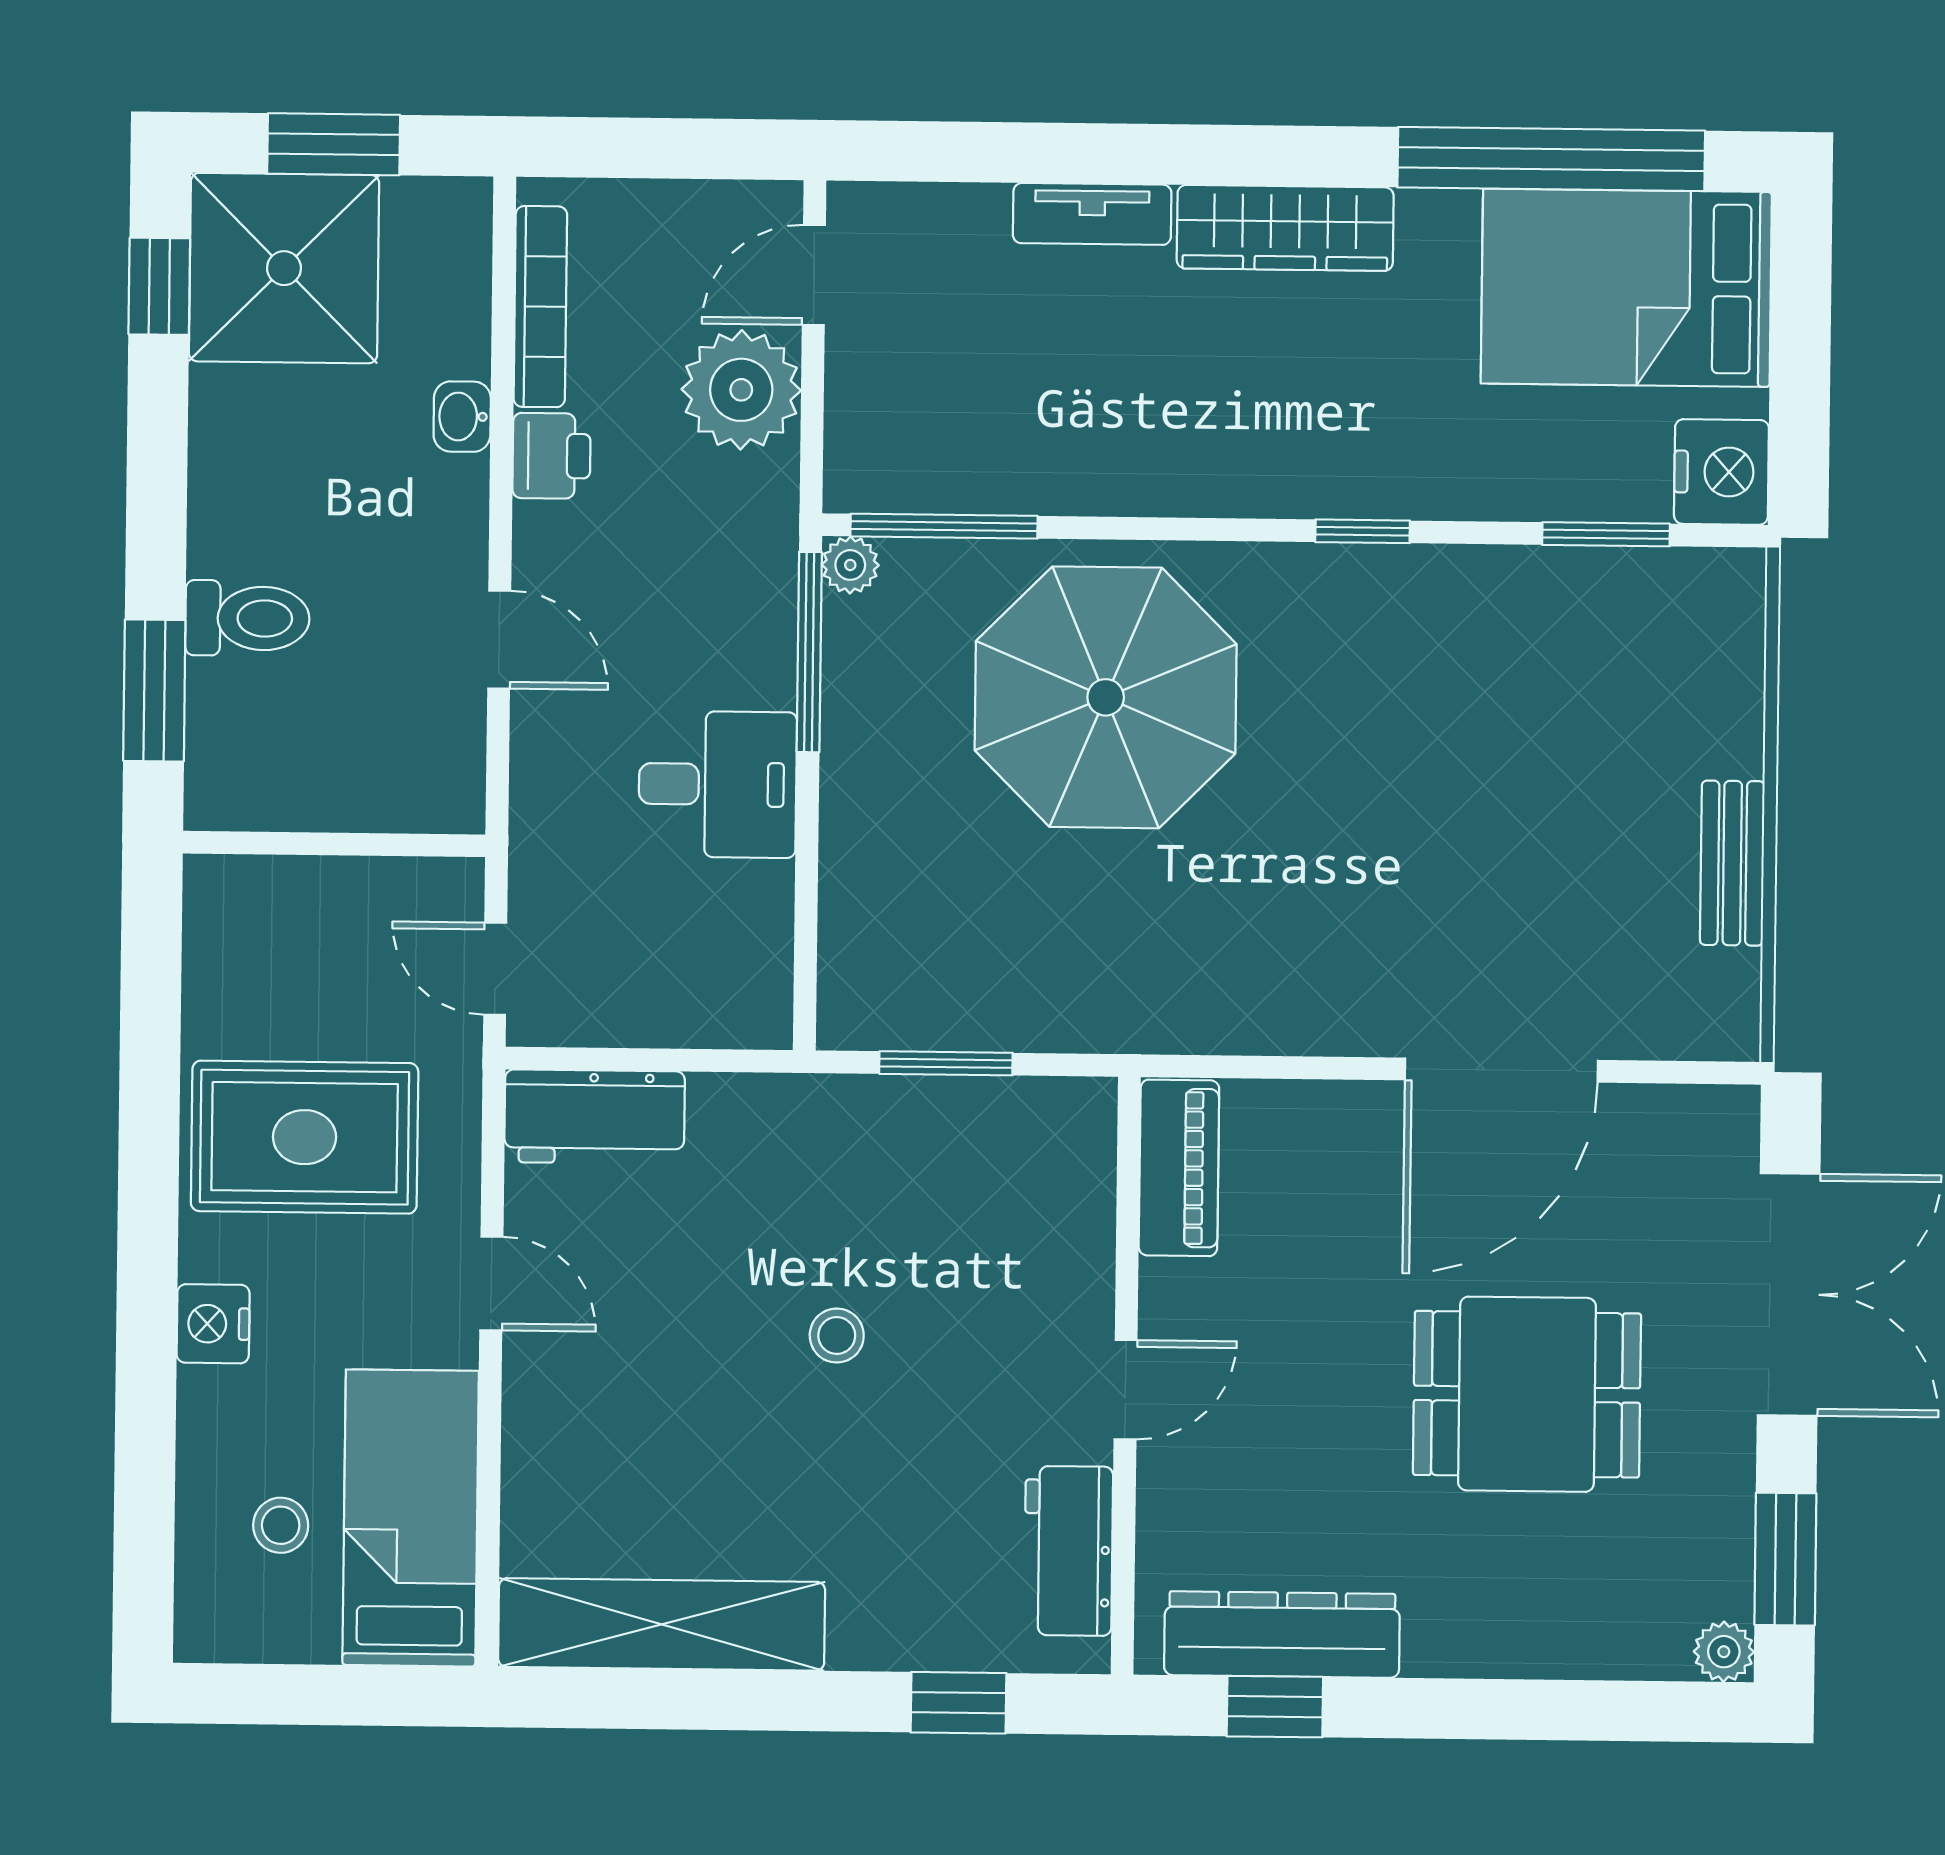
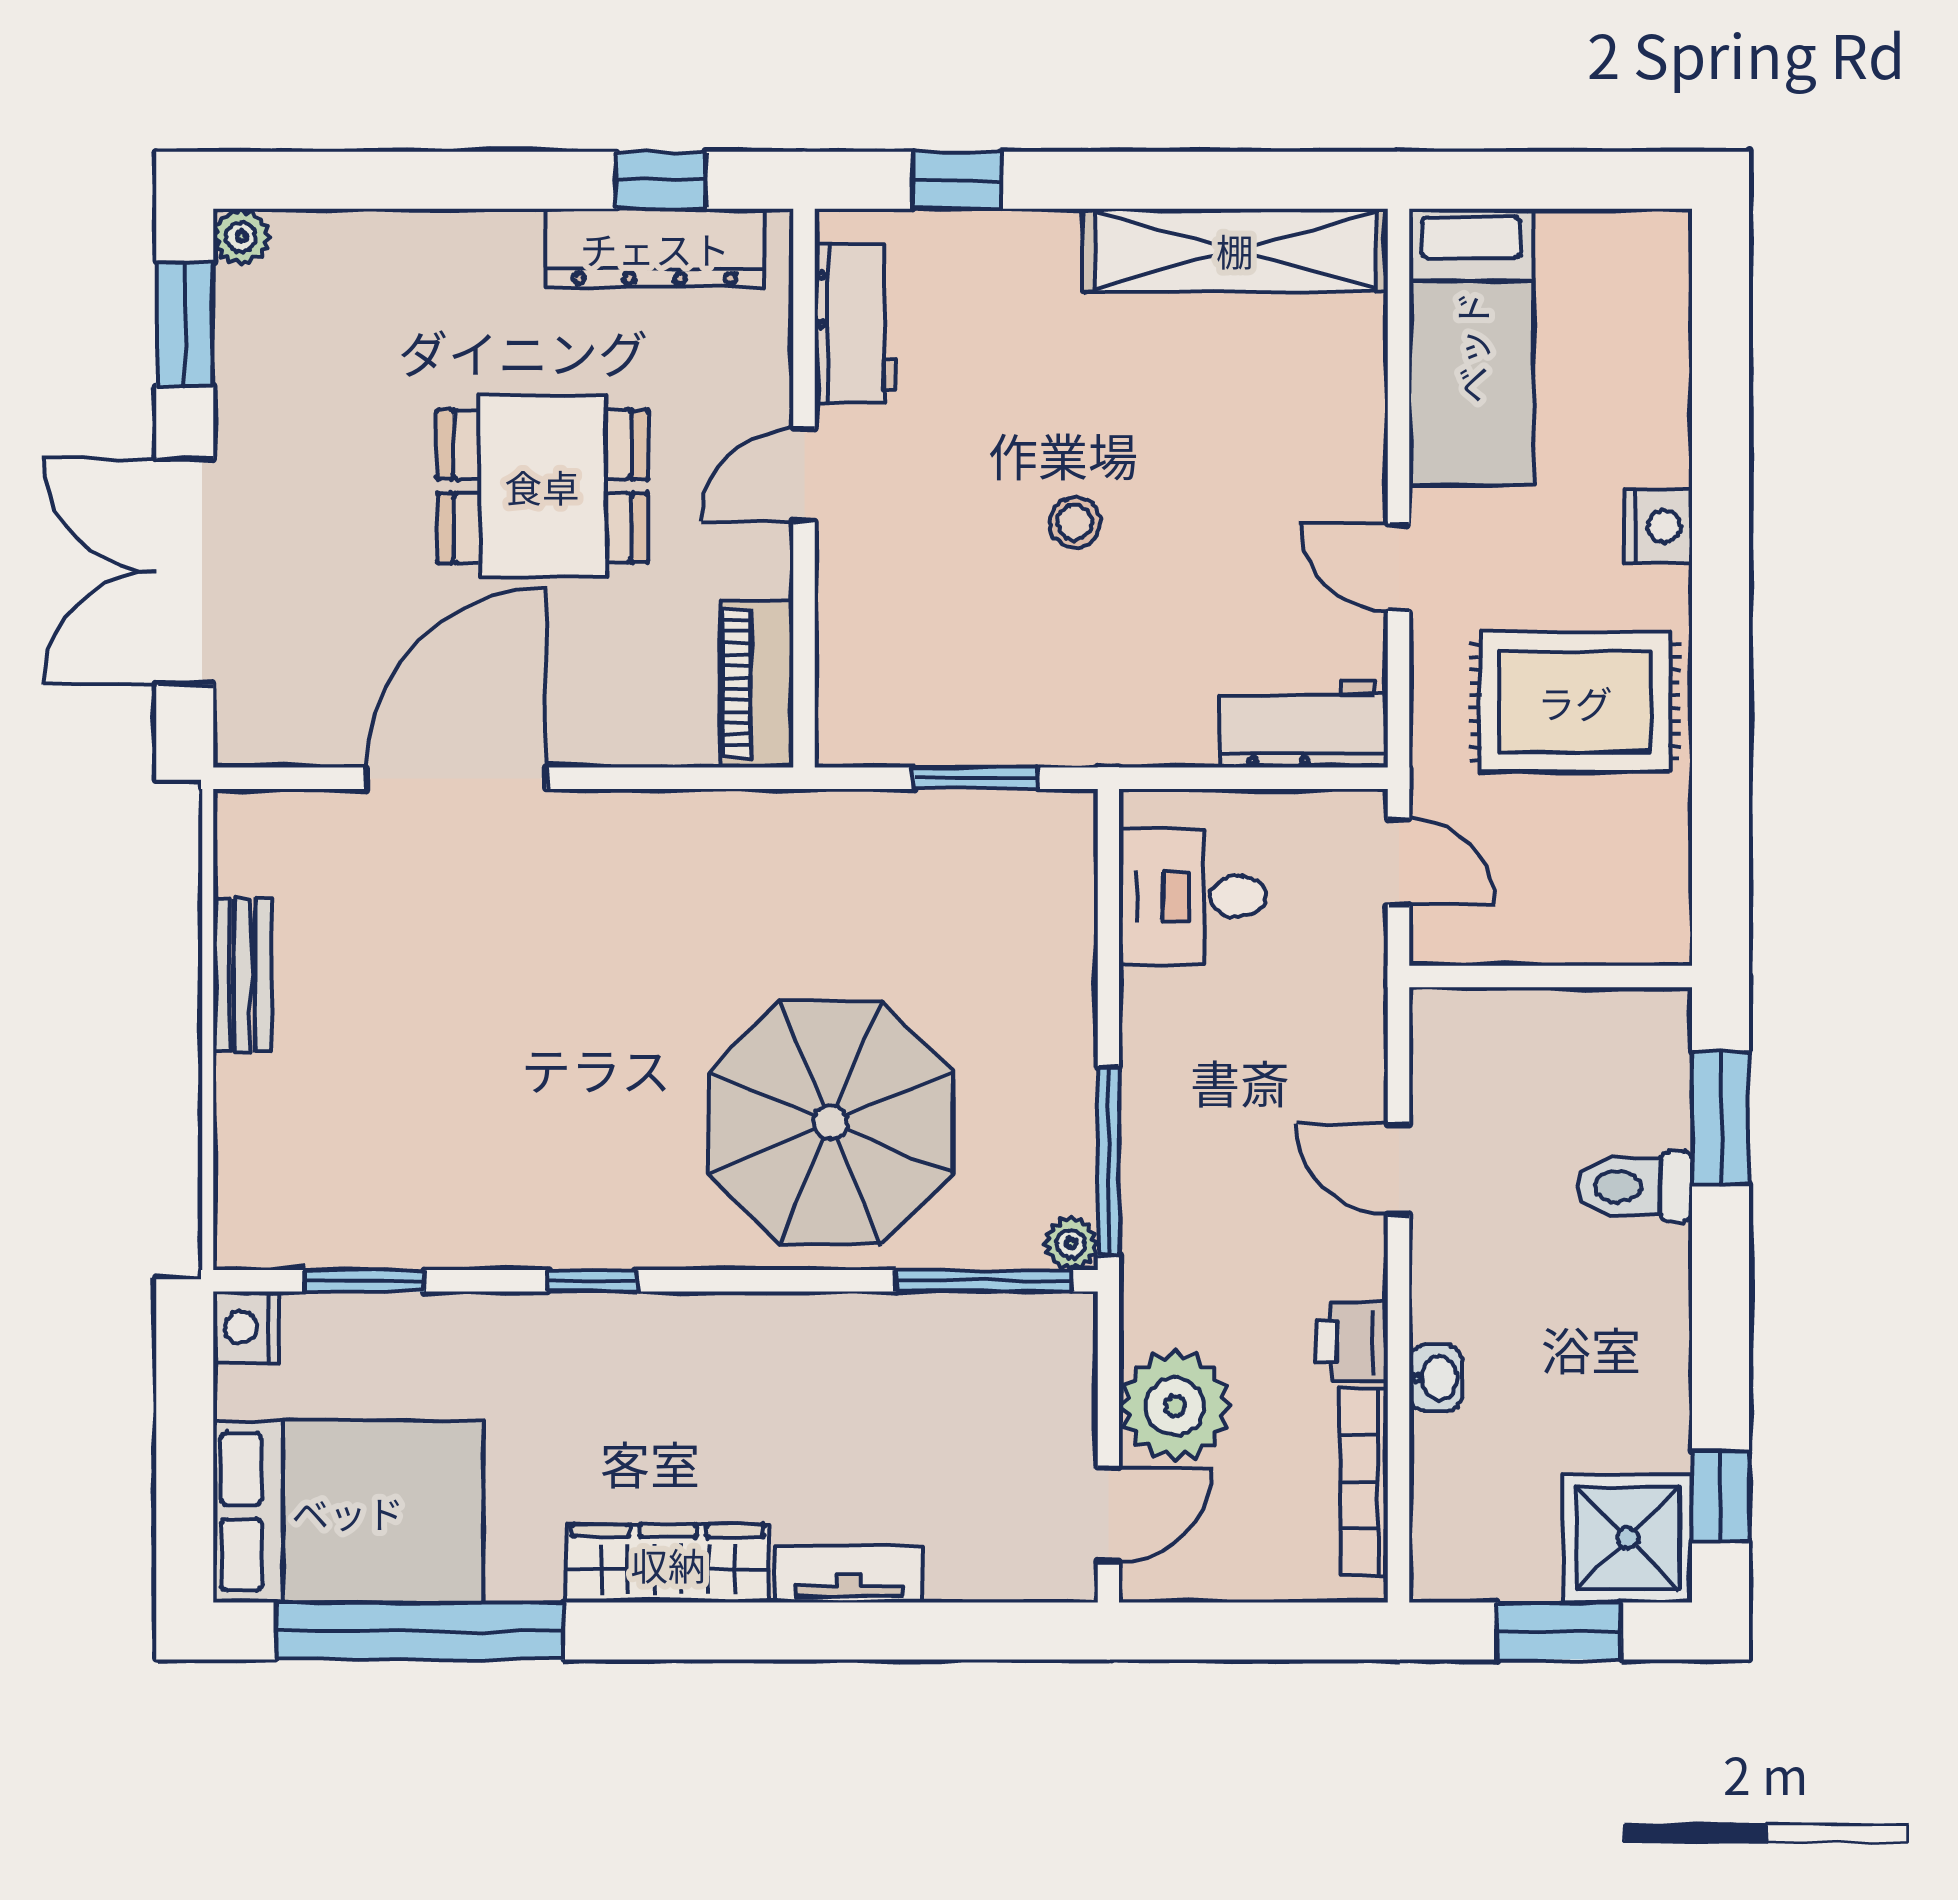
shower: (284, 268) -> (1628, 1538), width x0.73, depth x0.73
nightstand: (1721, 472) -> (246, 1327), width x0.74, depth x0.75
desk: (718, 784) -> (1193, 897), moved
dining table: (1527, 1394) -> (542, 486), moved
stool: (281, 1525) -> (1593, 339), removed

